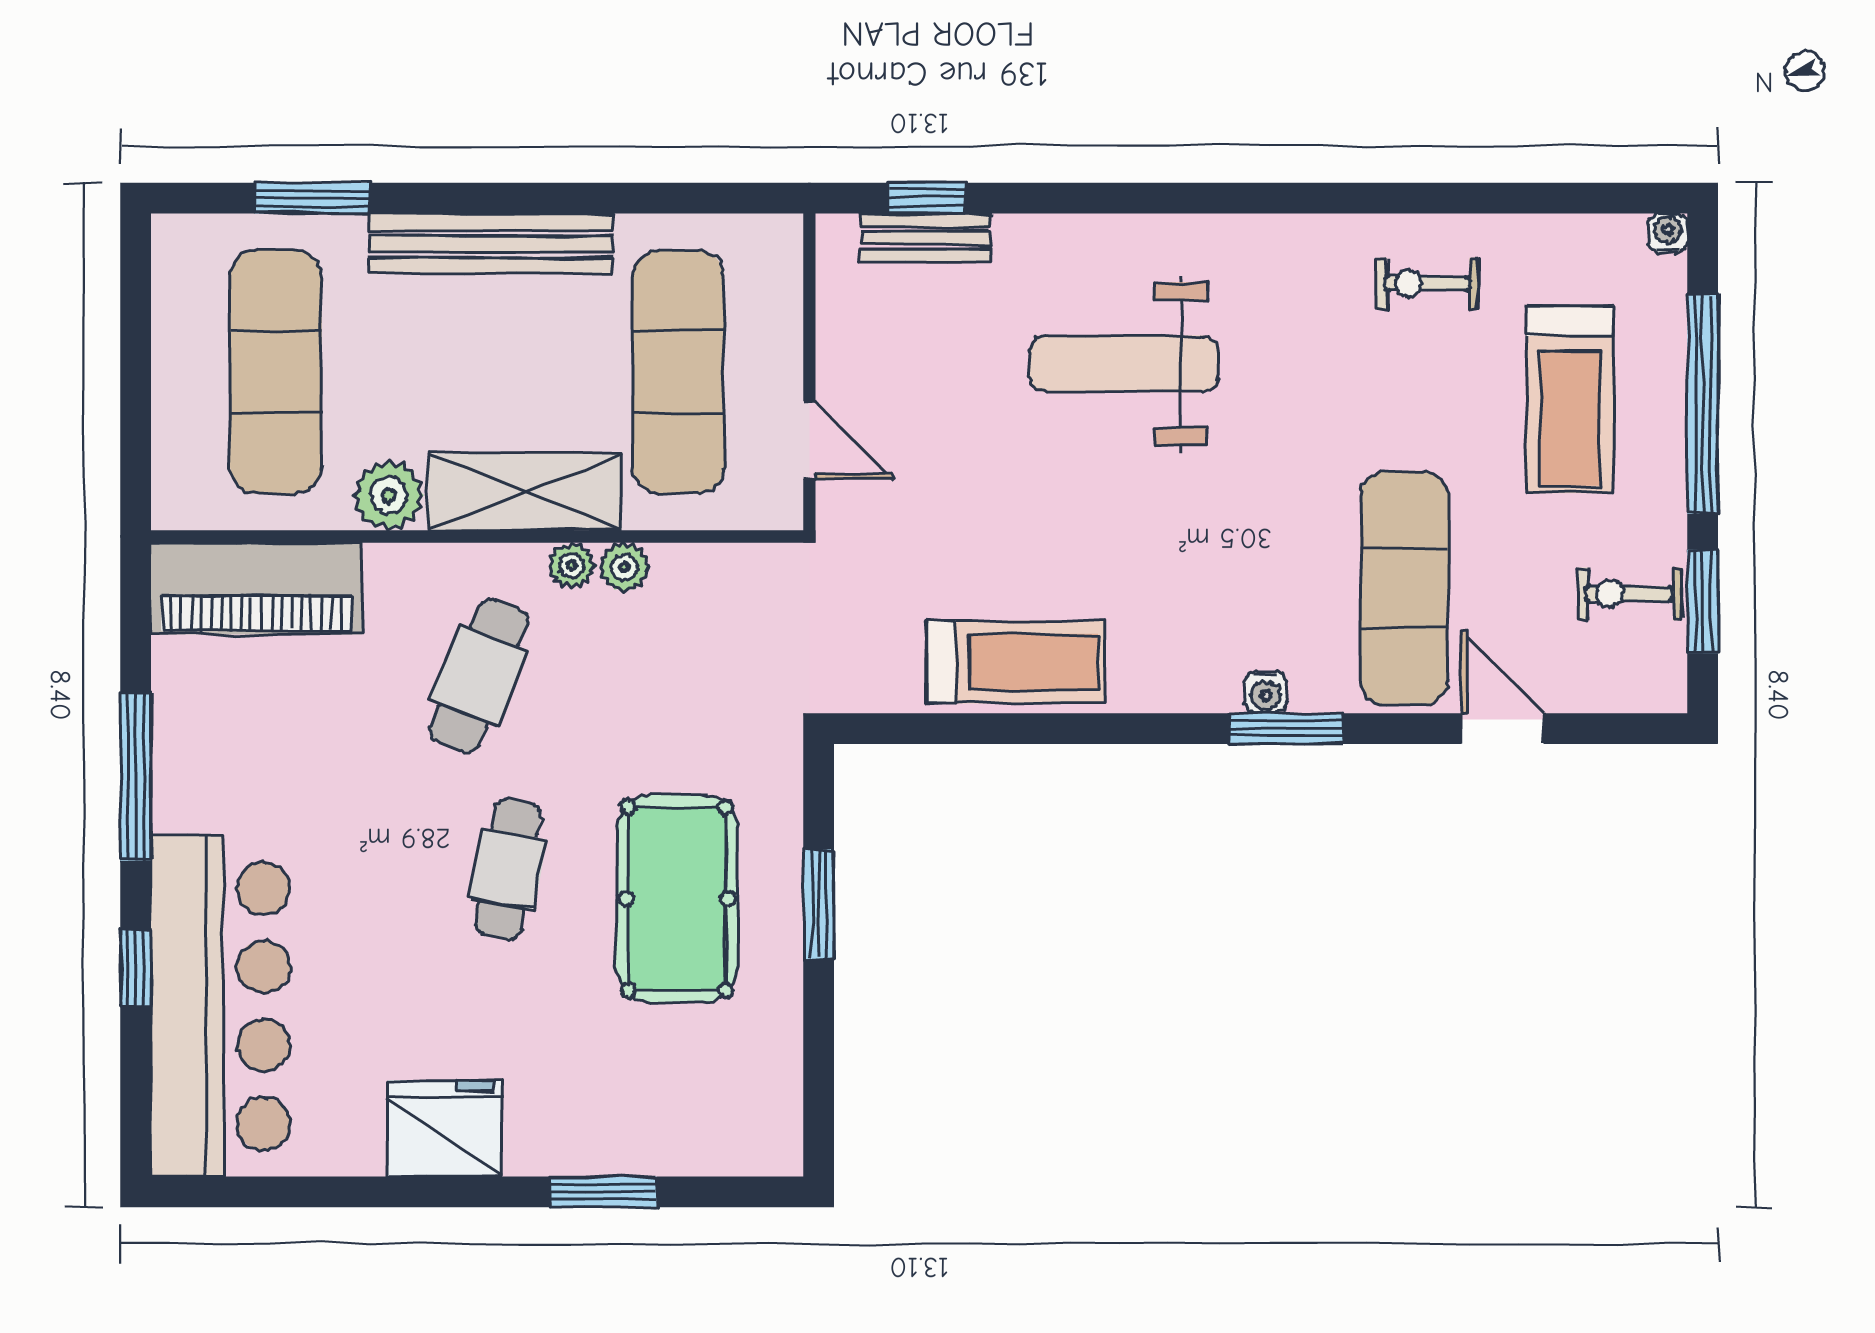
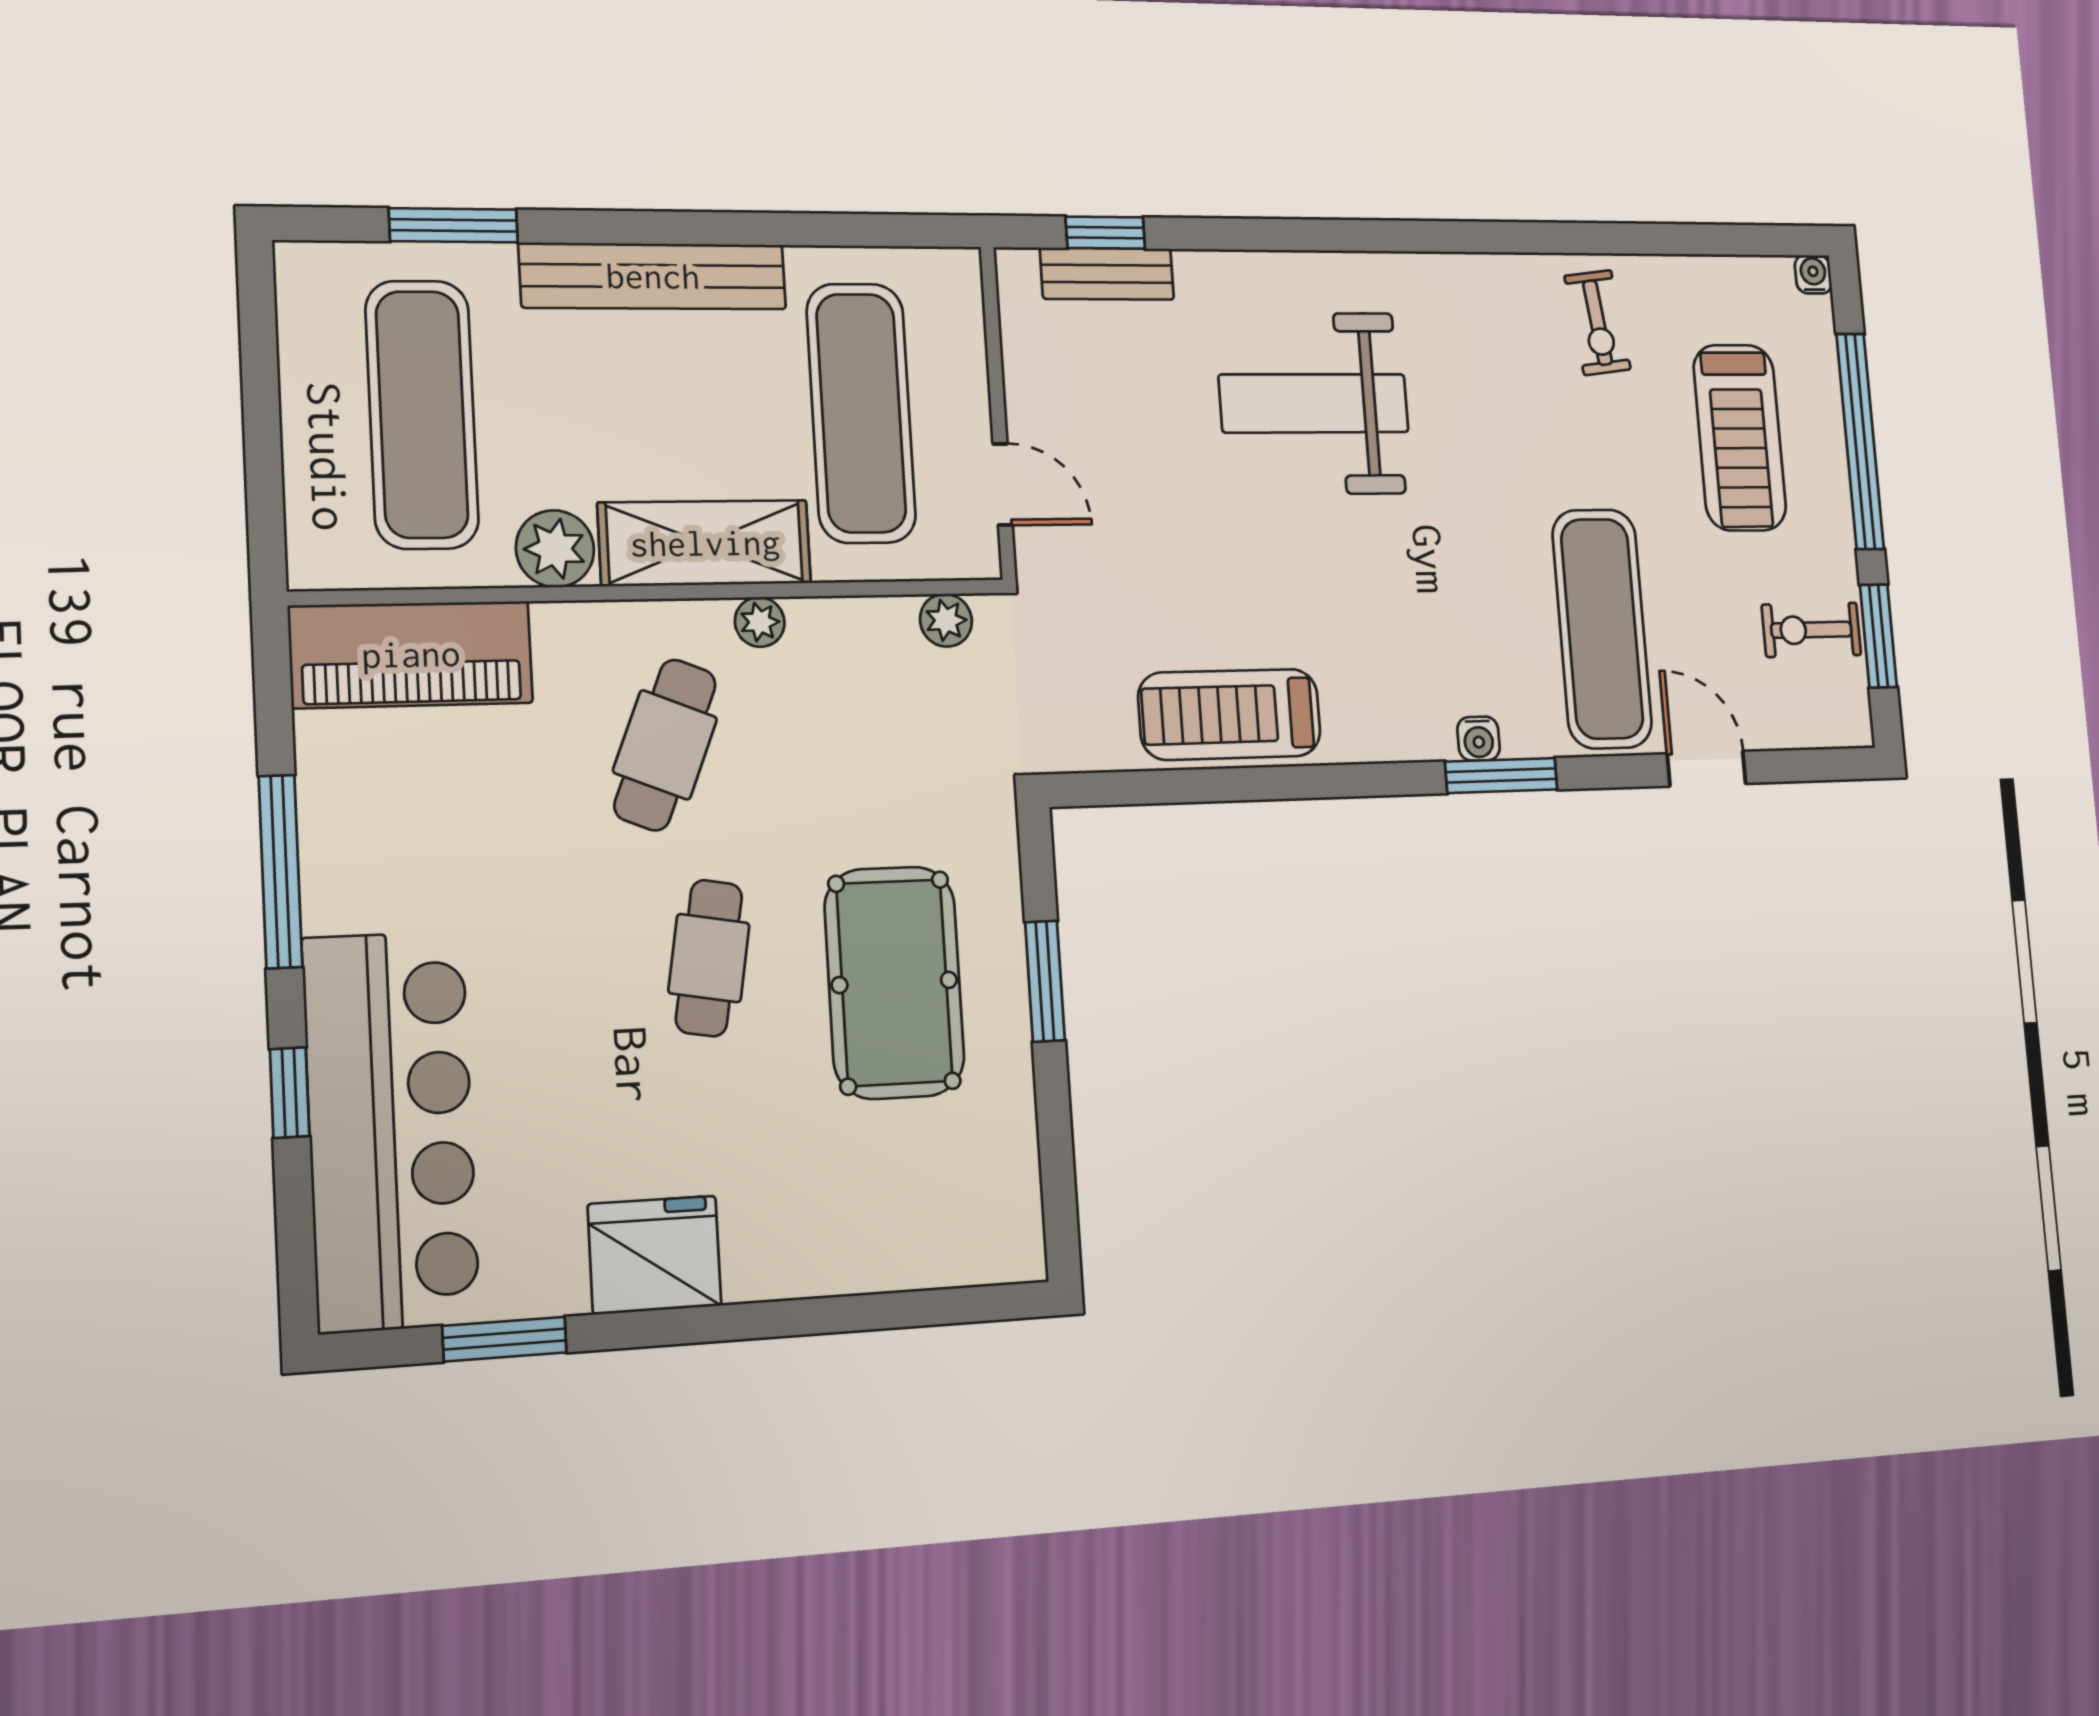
exercise bike: (1427, 283) -> (1598, 323), turned -97
plant: (624, 567) -> (946, 620), moved
treadmill: (1016, 662) -> (1230, 714), turned 180
window: (603, 1192) -> (505, 1339), moved

